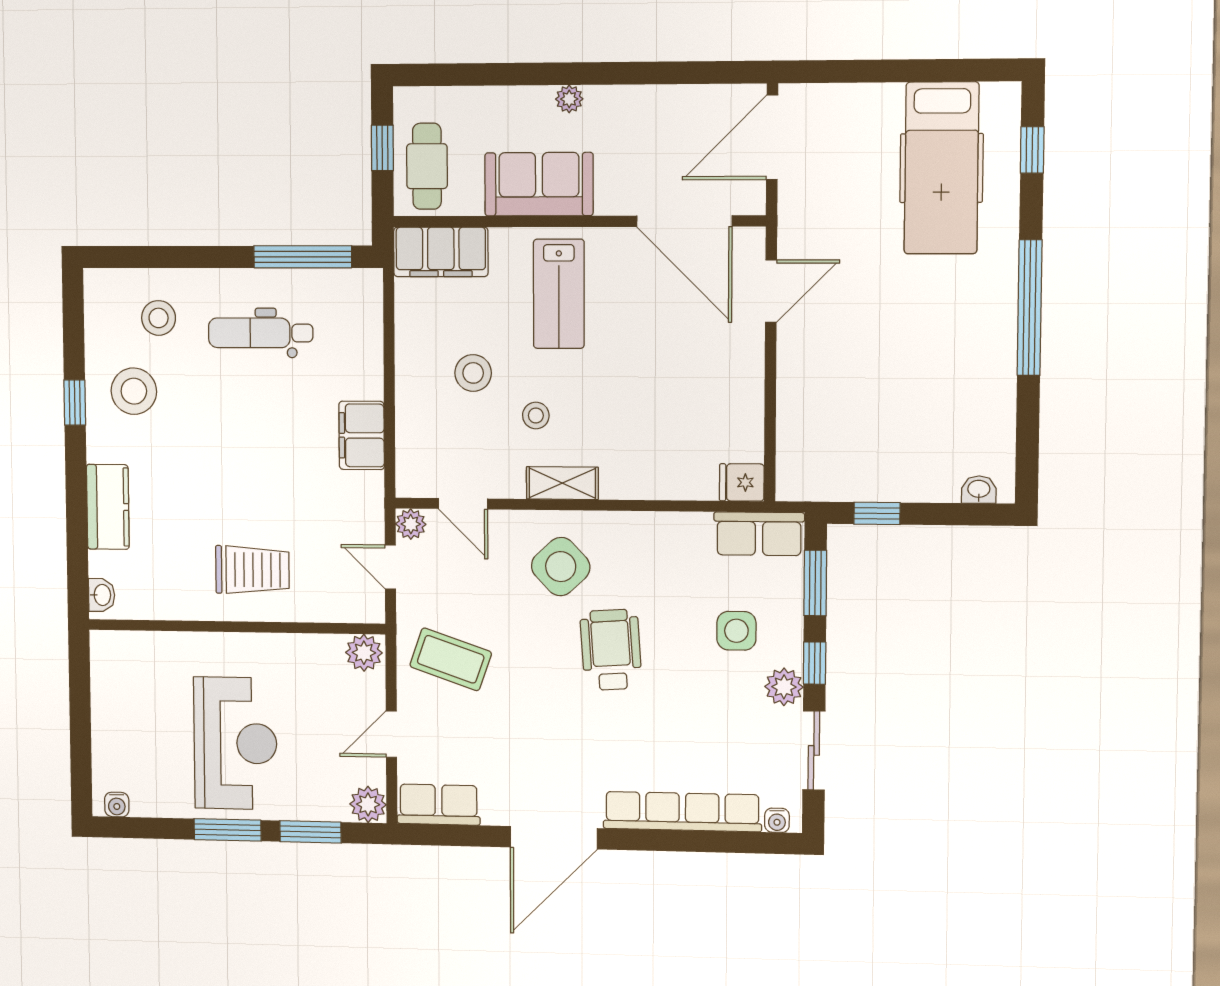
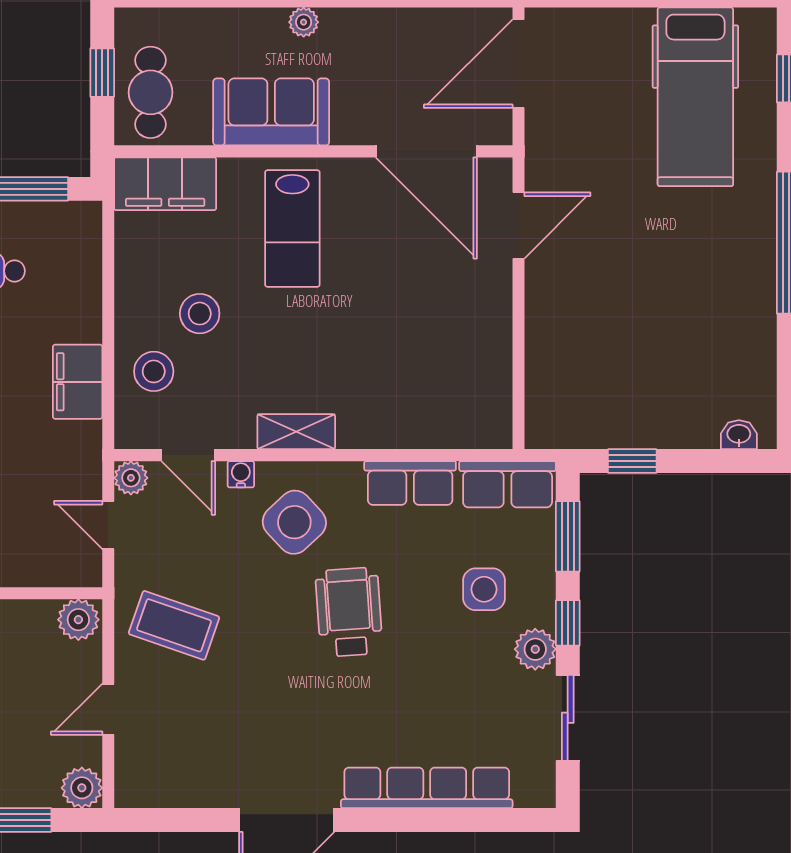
stool: (536, 415) -> (154, 371), moved, width x1.37, depth x1.37
fridge: (742, 482) -> (489, 429), removed
row of seats: (439, 805) -> (410, 483), moved, turned 180
water cooler: (777, 820) -> (241, 474), moved, turned 180

